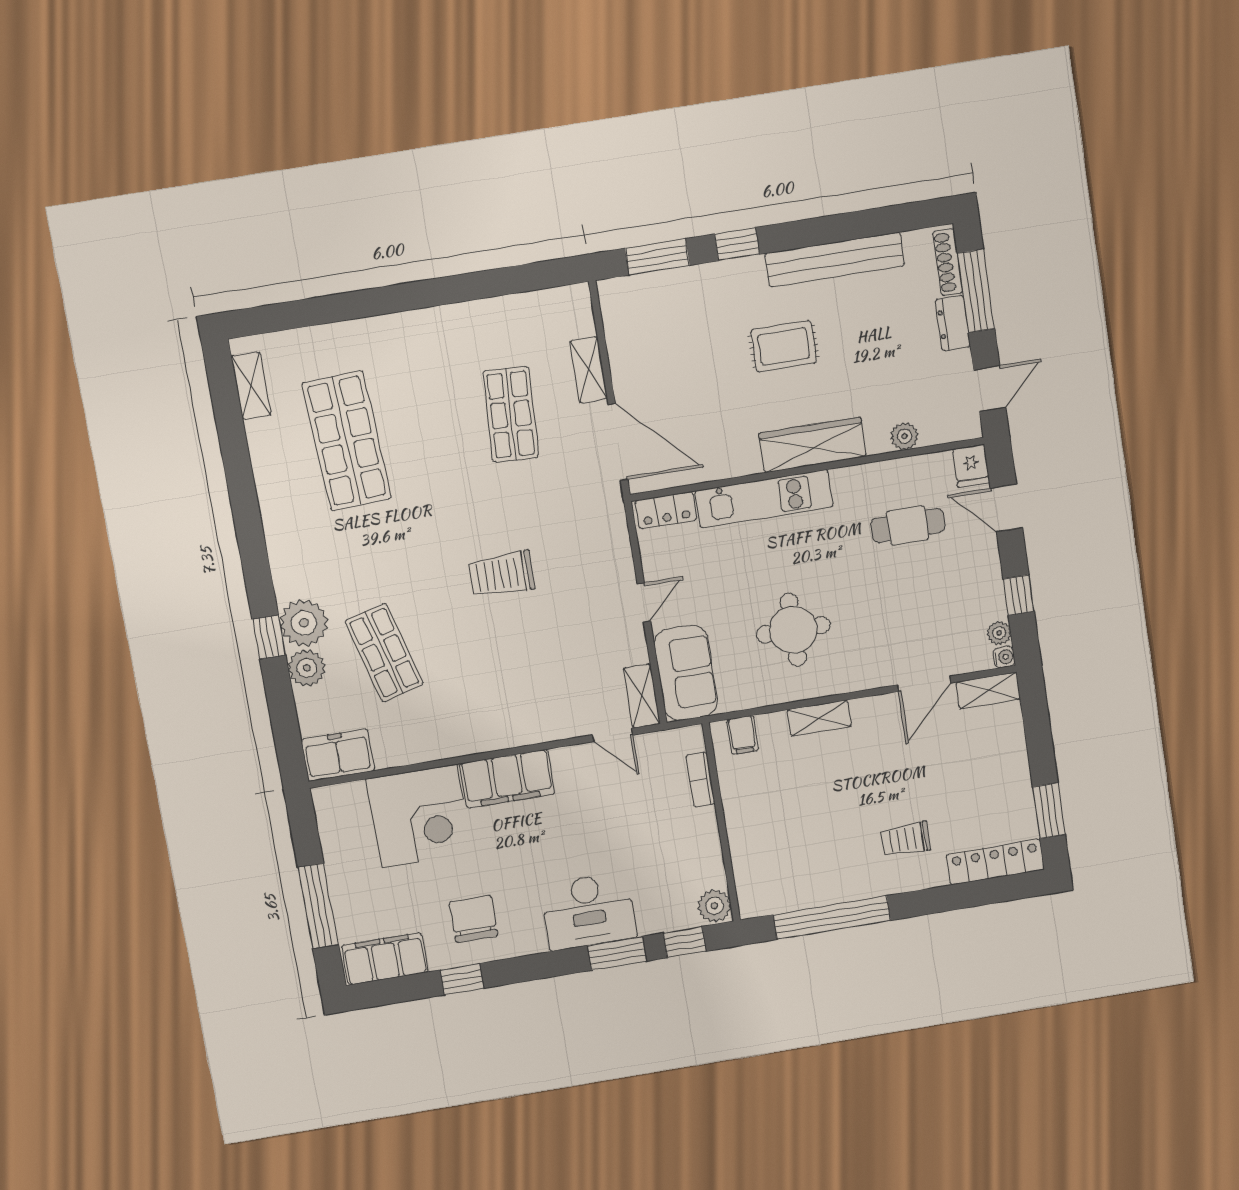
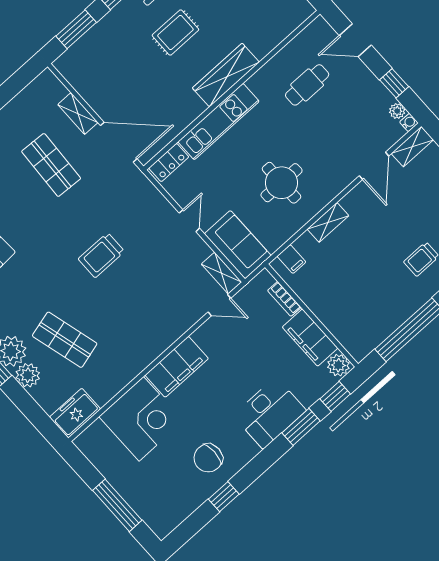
plant: (904, 436) -> (273, 38), removed
fridge: (971, 466) -> (321, 30), removed
chair: (473, 919) -> (208, 458), turned -90
filing cabinet: (385, 959) -> (310, 338), moved, turned -90

